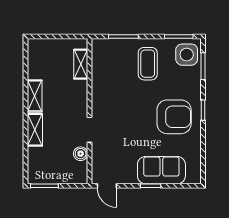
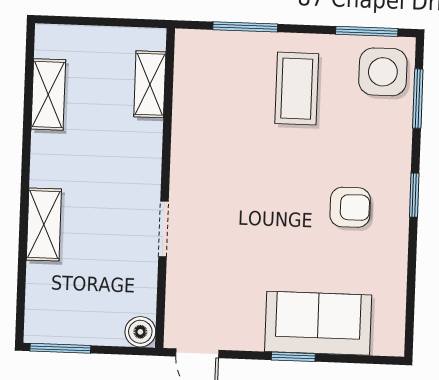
shelving: (35, 96) -> (48, 94), moved
armchair: (174, 117) -> (350, 207), width x0.53, depth x0.53
boiler: (81, 154) -> (140, 332), moved

